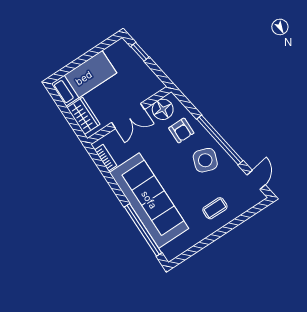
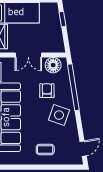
armchair: (181, 131) -> (47, 91), moved, turned 180
window: (220, 140) -> (73, 87), moved

